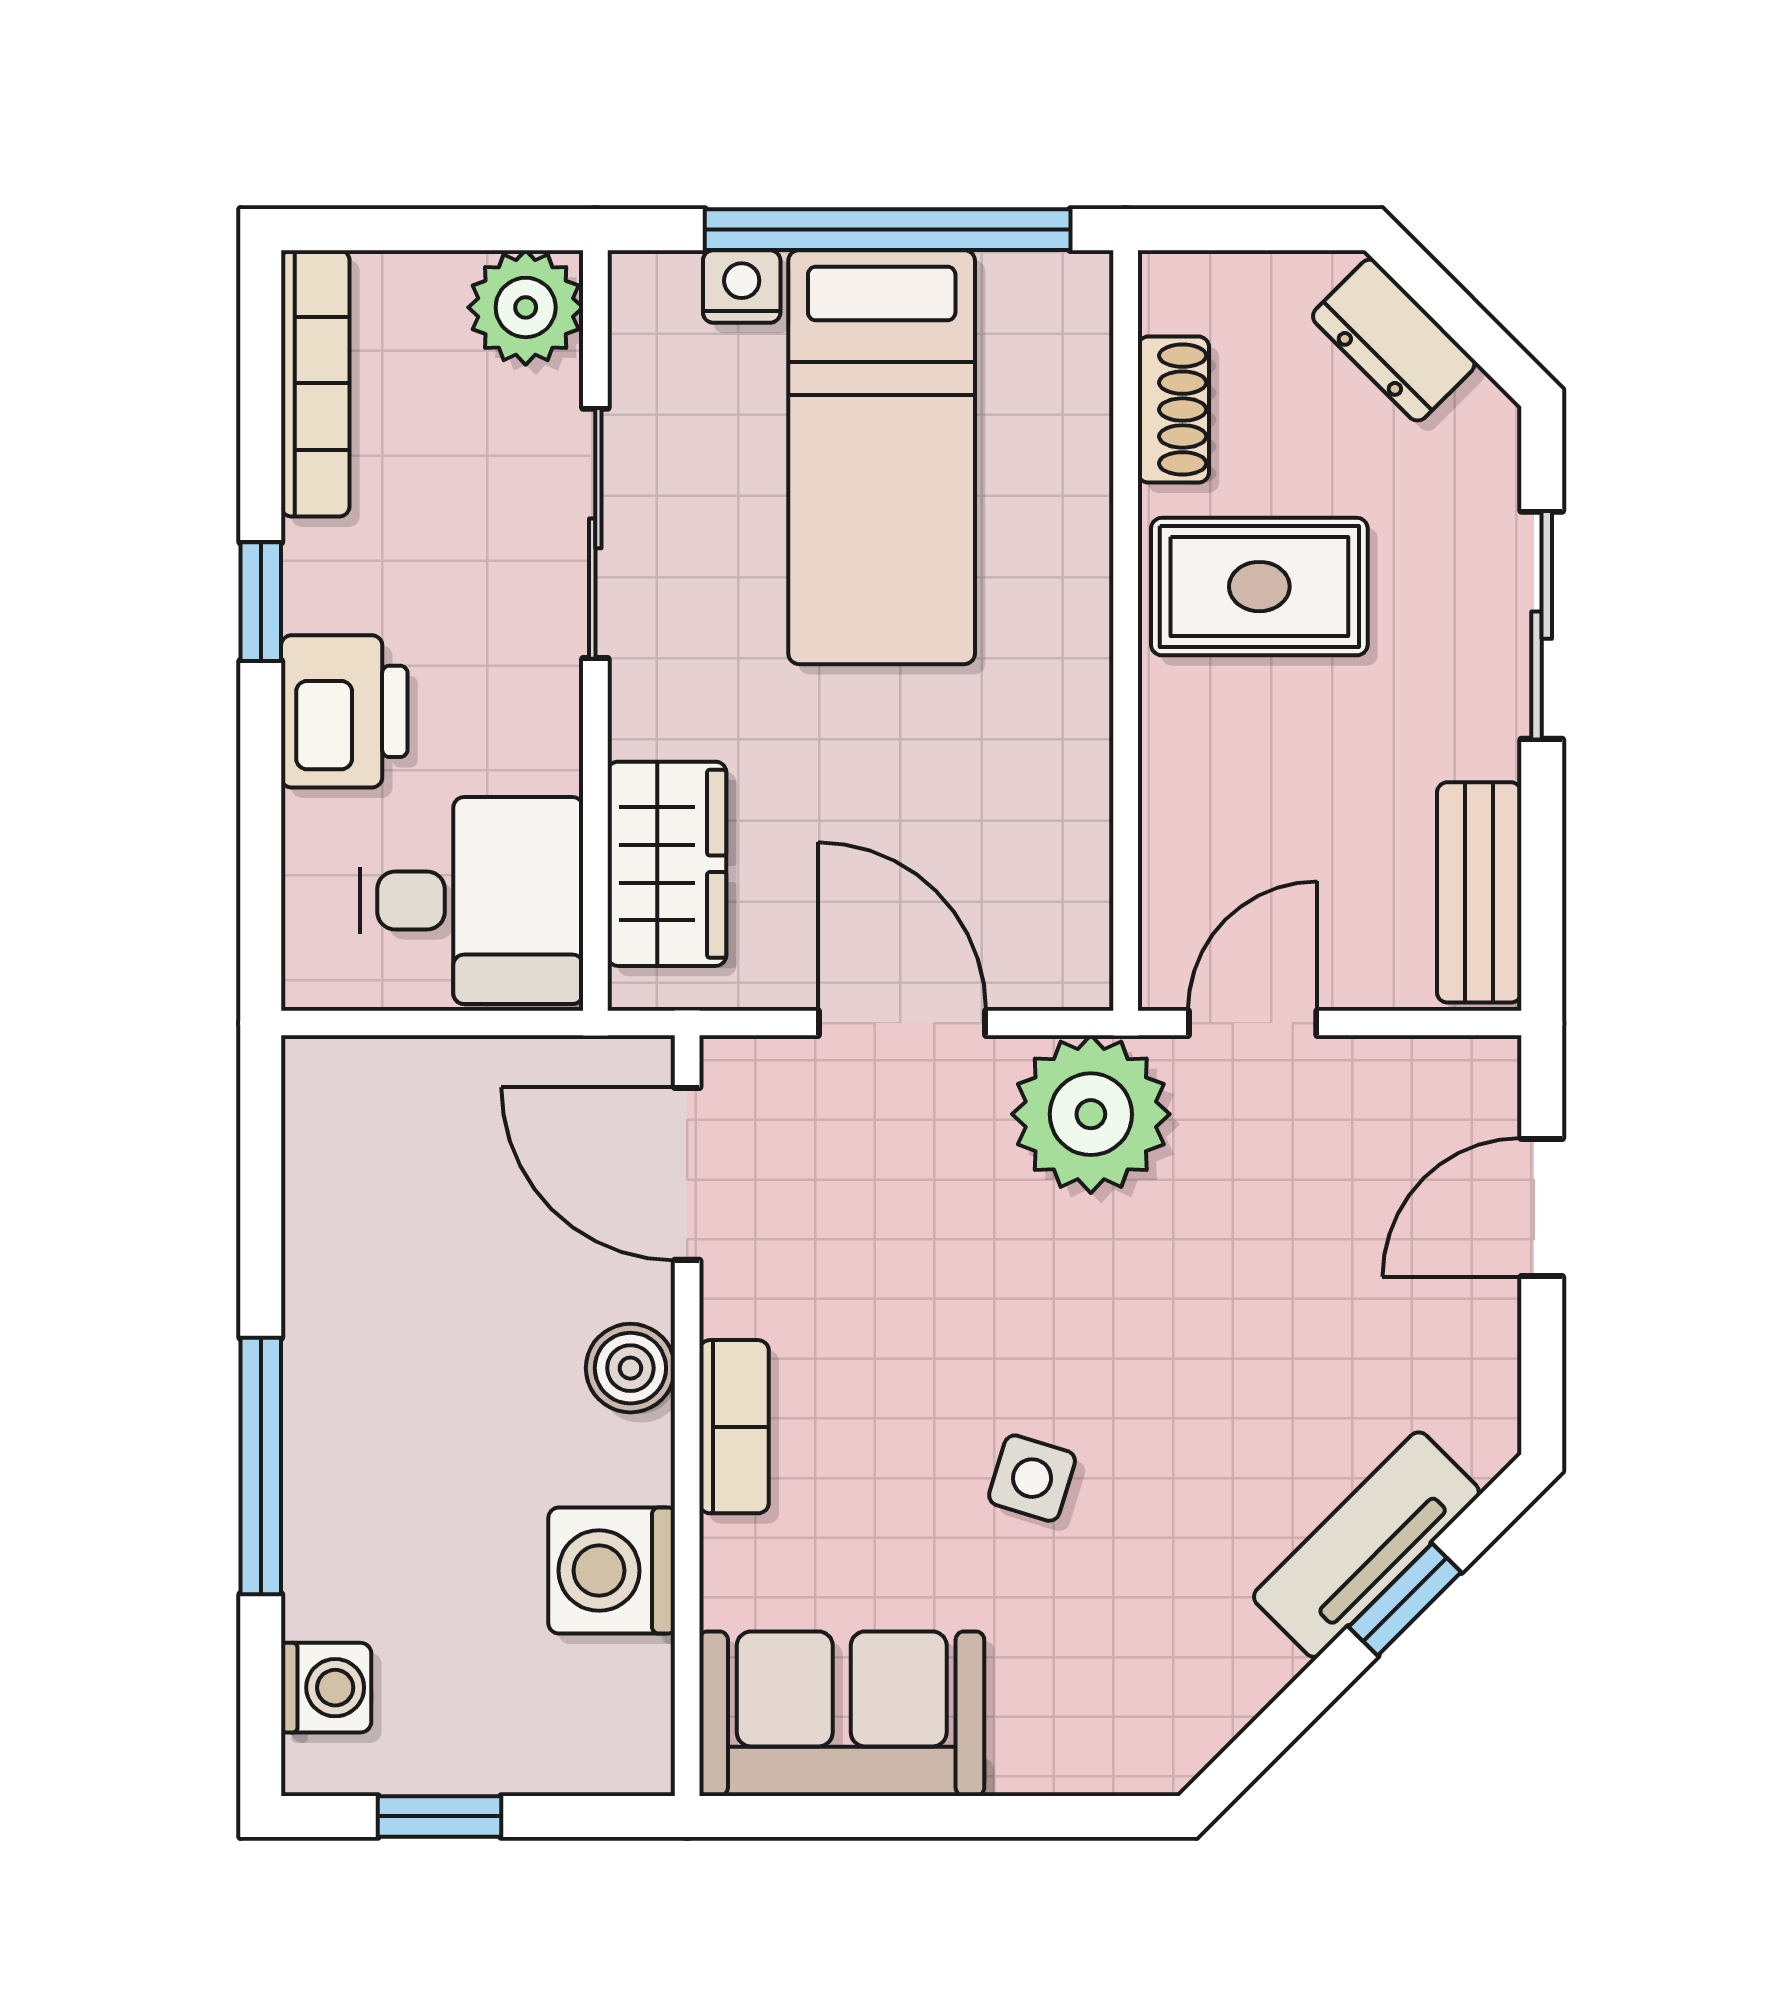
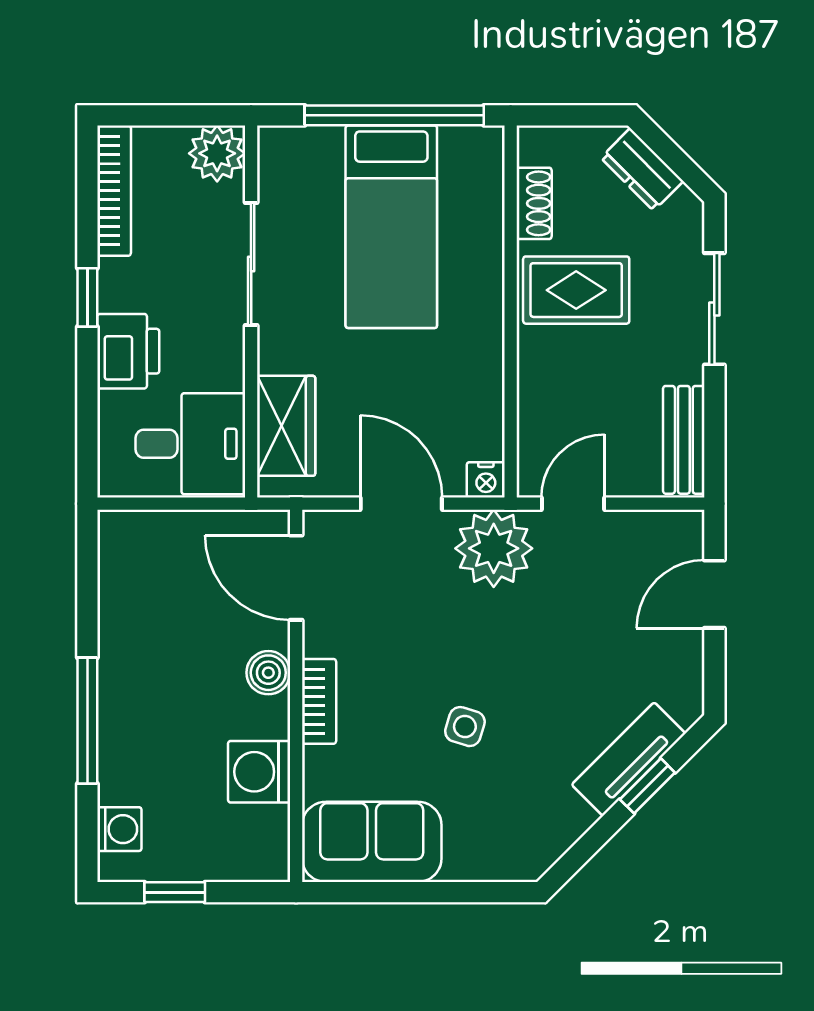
nightstand: (742, 286) -> (486, 480), moved, turned 180

